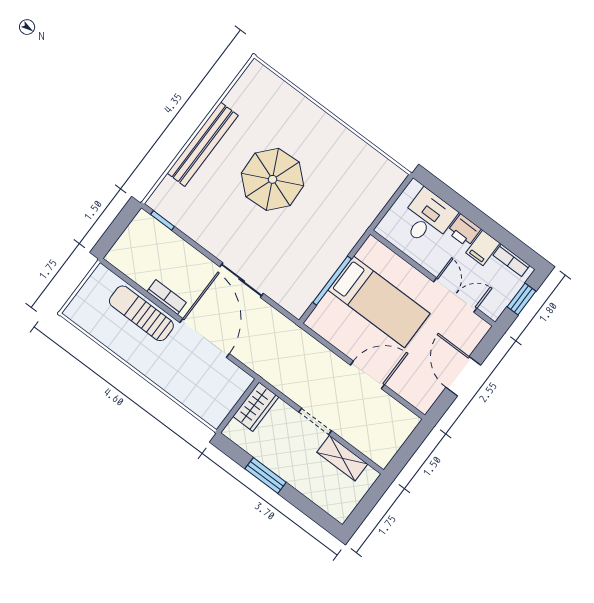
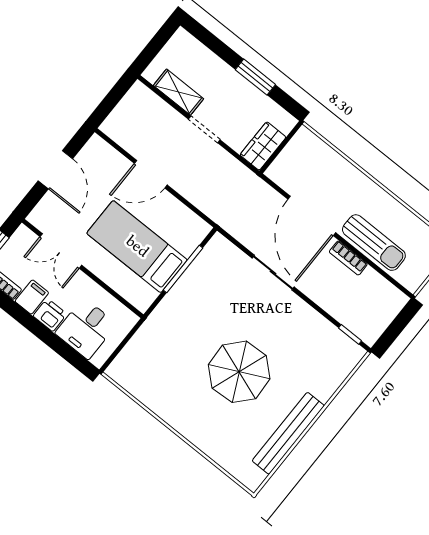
bench: (203, 144) -> (288, 433), moved

